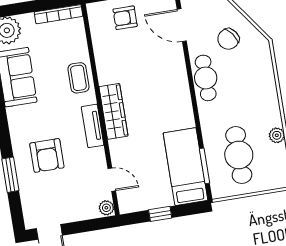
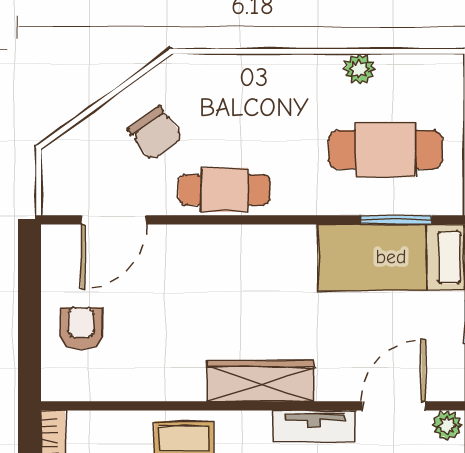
armchair: (125, 18) -> (81, 328), turned 180
tv unit: (93, 126) -> (314, 426), moved
door: (112, 180) -> (394, 406), width x1.38

